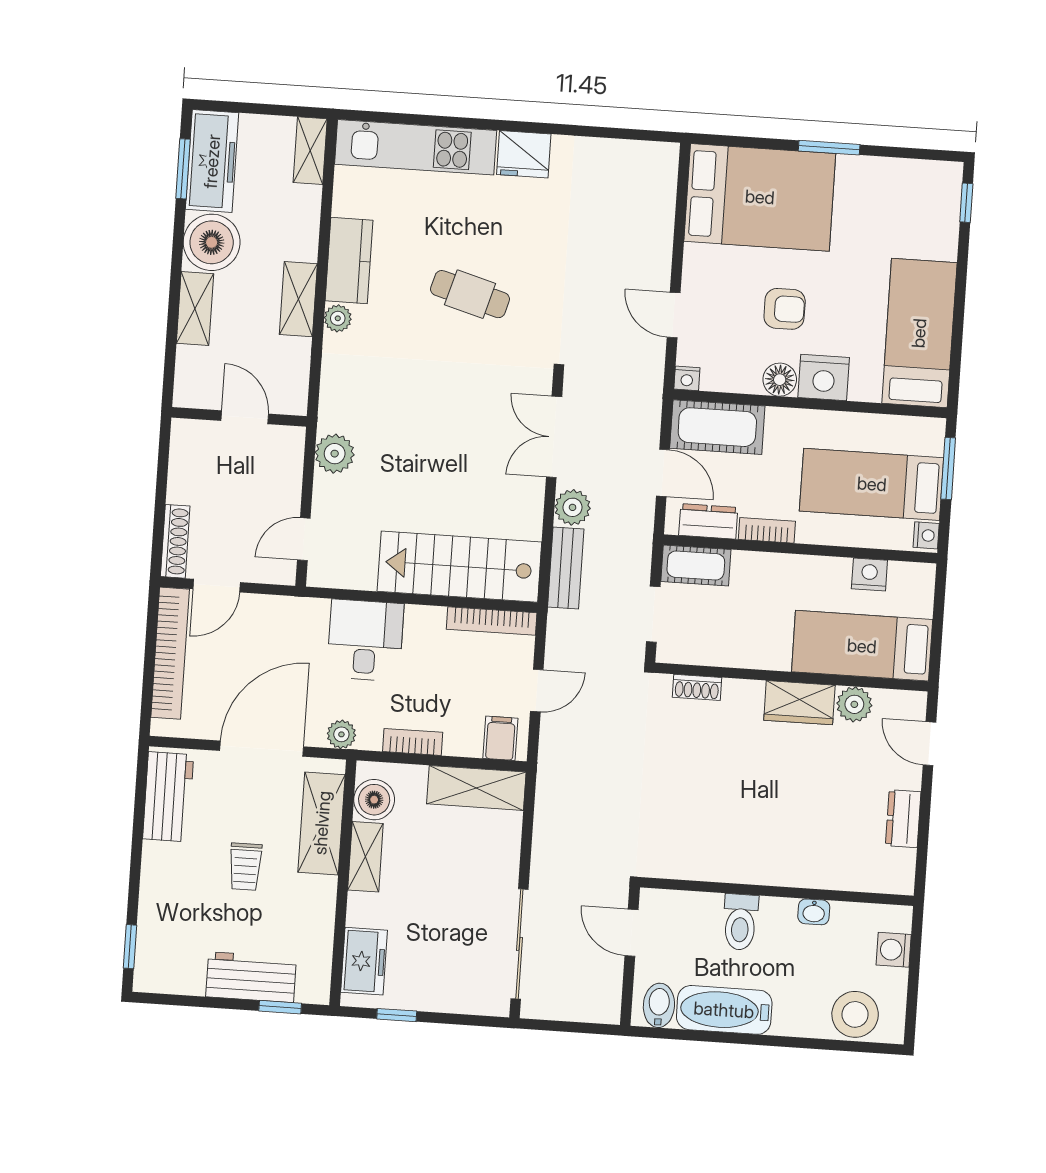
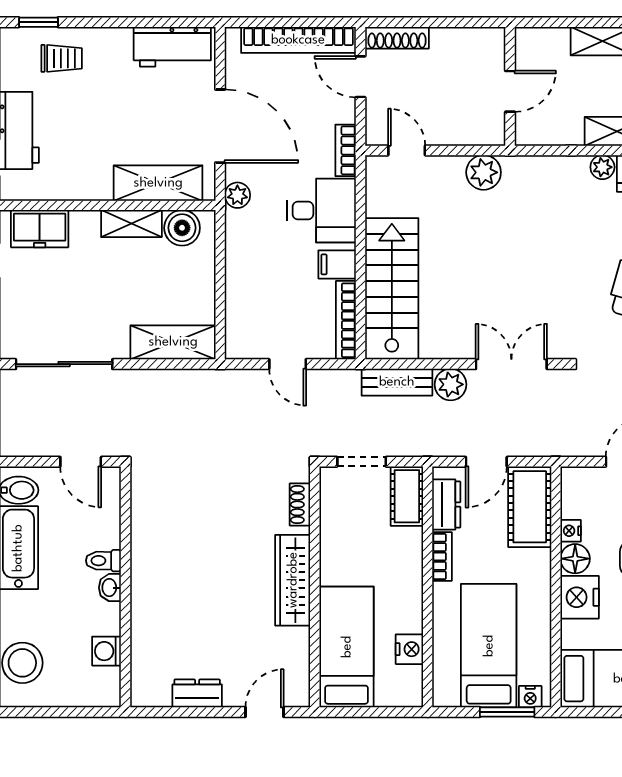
nightstand: (687, 378) -> (571, 531), moved
nightstand: (926, 535) -> (530, 697), moved
wardrobe: (799, 703) -> (293, 580), width x1.50
plant: (854, 704) -> (295, 644), removed
filing cabinet: (500, 738) -> (337, 264), moved, turned 180
bookcase: (413, 742) -> (346, 150), moved, turned 180
shelving: (476, 788) -> (173, 342), moved, turned 90
trolley: (245, 867) -> (62, 58), moved, turned 180
washbasin: (814, 912) -> (110, 588), moved
toilet: (740, 922) -> (103, 561), width x0.73, depth x0.72
door: (632, 933) -> (81, 462), swing flipped
washing machine: (894, 950) -> (106, 651), moved, turned -90

